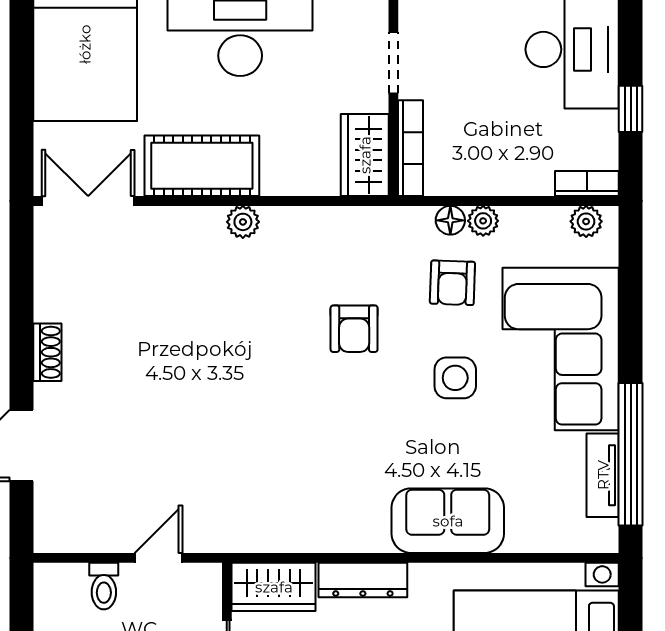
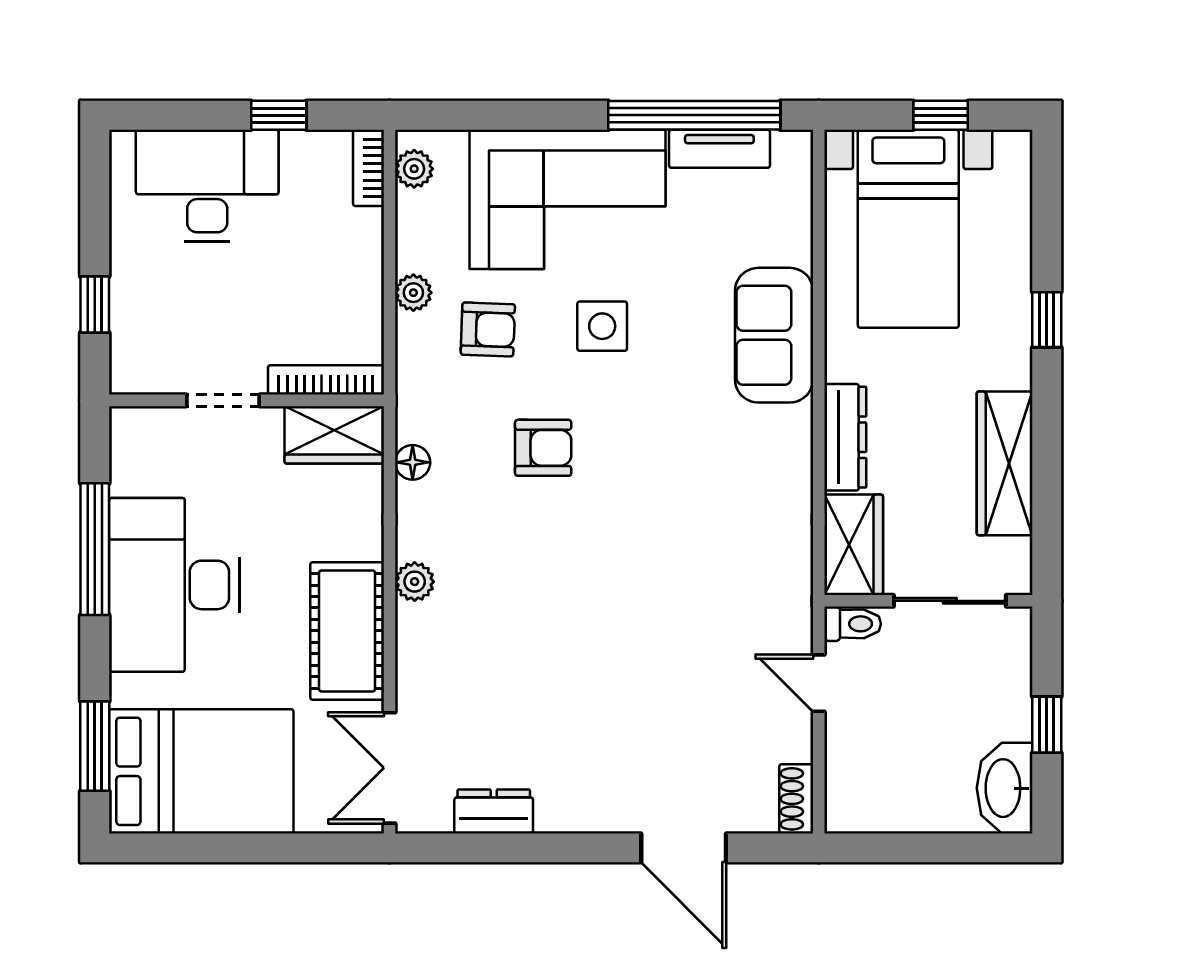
floor lamp: (450, 220) -> (413, 462), moved
dresser: (52, 288) -> (494, 811), added
shoe rack: (47, 352) -> (796, 799), moved, turned -90
toilet: (104, 586) -> (853, 624), moved

